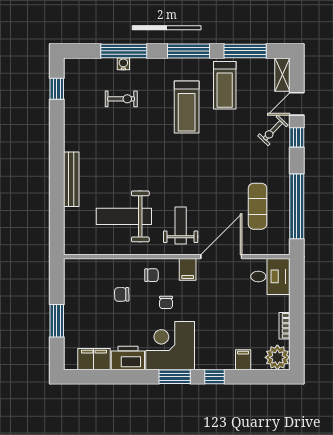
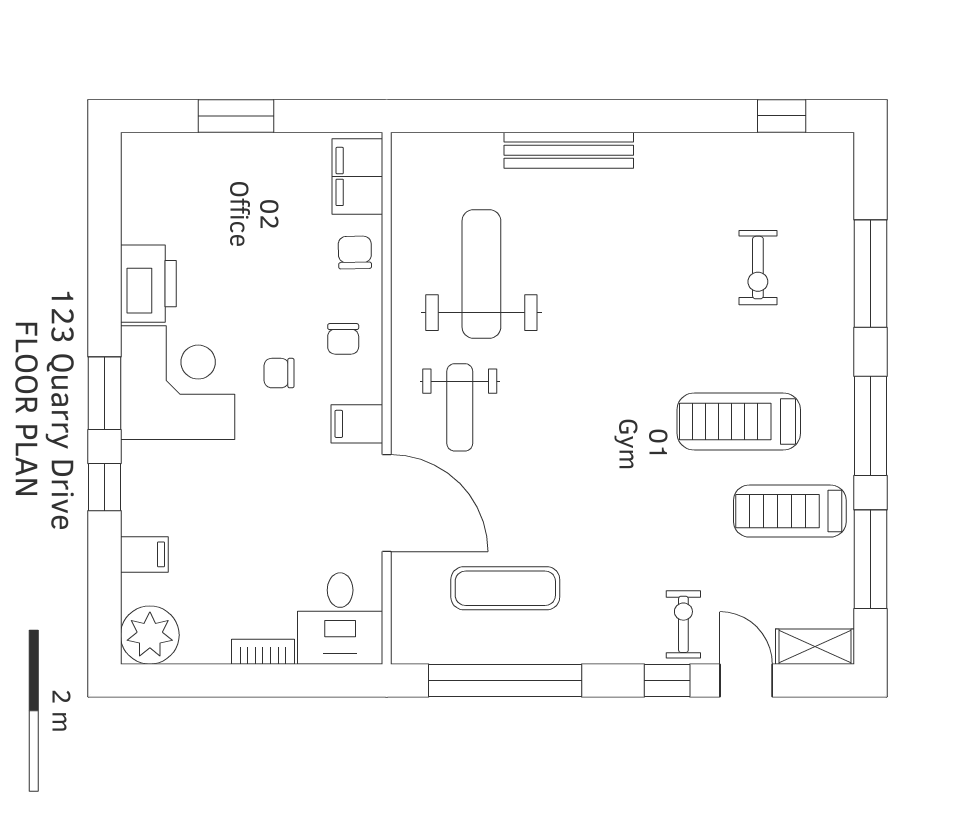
water cooler: (123, 64) -> (840, 273), removed
exercise bike: (273, 130) -> (683, 624), turned 46
weight bench: (181, 226) -> (460, 407), turned 90
chair: (122, 294) -> (355, 252), moved
bookcase: (284, 326) -> (263, 652), moved
filing cabinet: (94, 359) -> (357, 176), moved, turned 180

